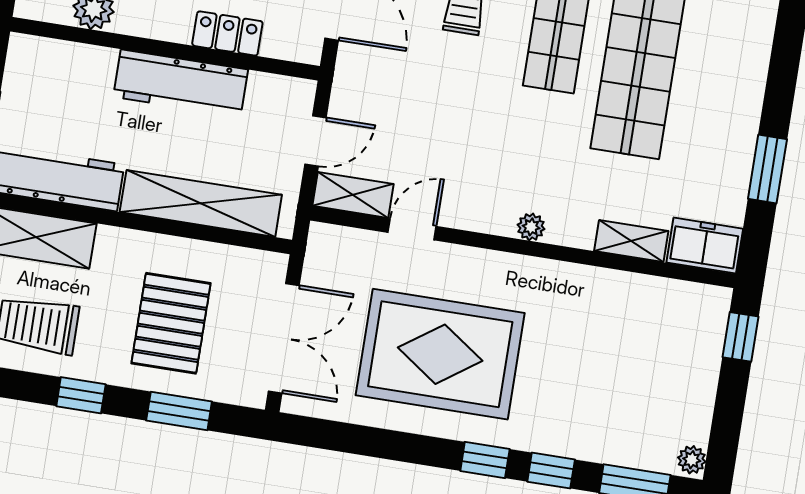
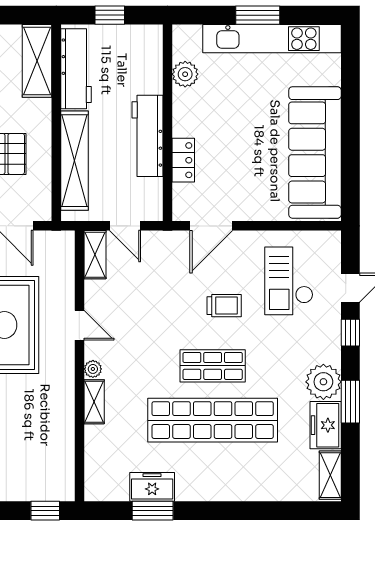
door: (412, 229) -> (79, 325), moved
shelving: (631, 241) -> (94, 402), moved
freezer: (705, 246) -> (152, 487), moved, turned -90

